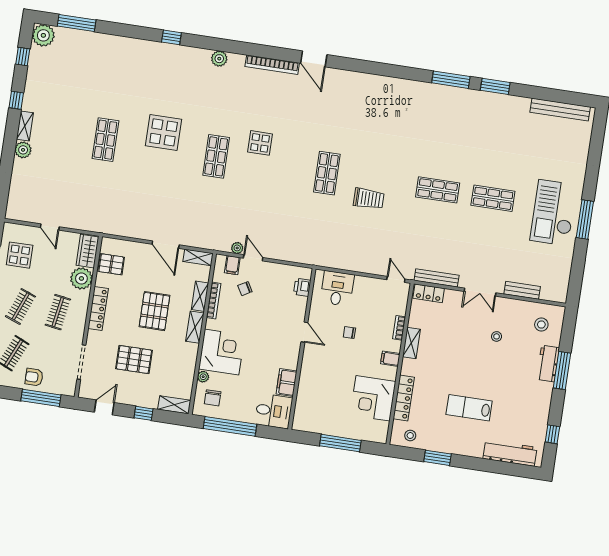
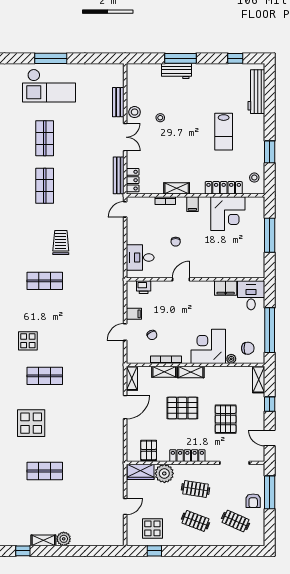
plant: (237, 248) -> (119, 347), removed
filing cabinet: (232, 265) -> (134, 314), moved
stool: (541, 325) -> (135, 112), moved

